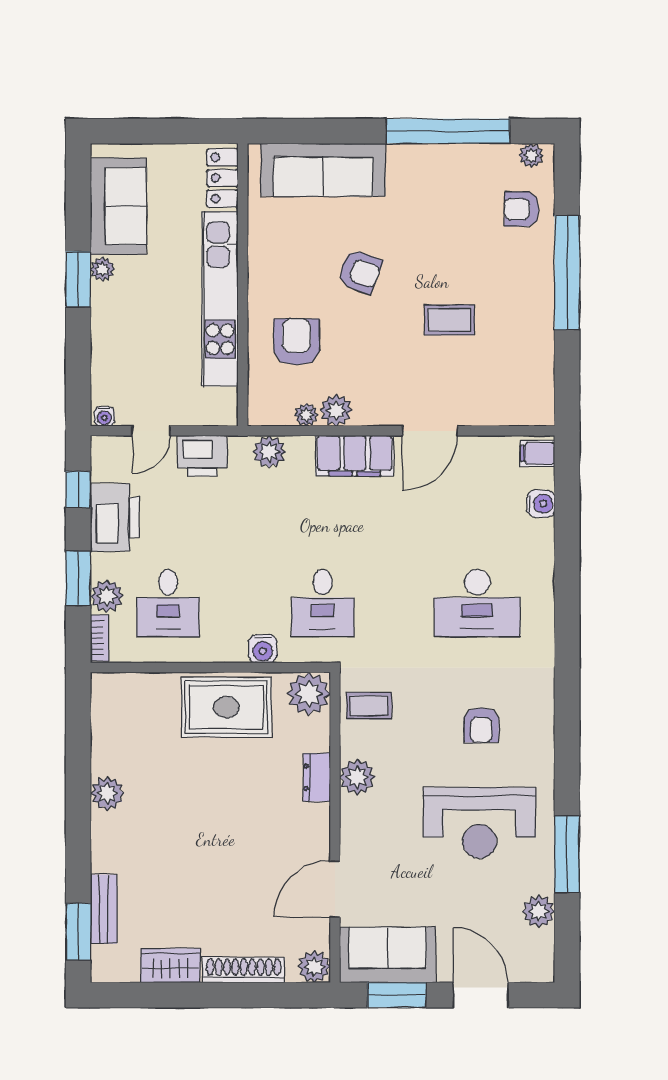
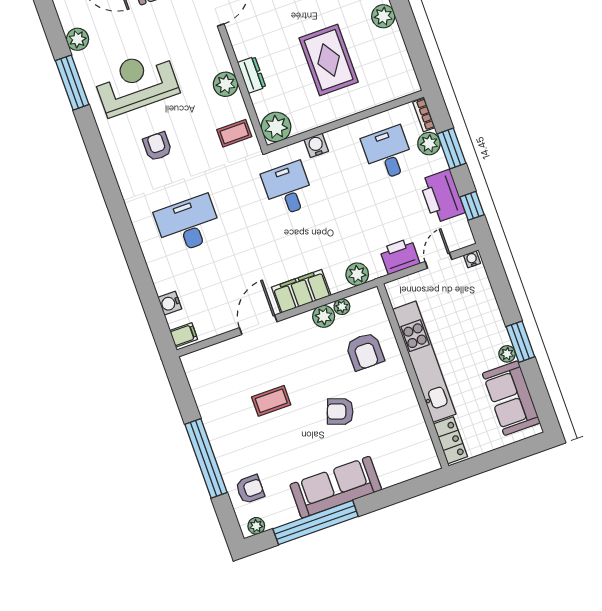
sofa: (323, 170) -> (336, 487), moved
rug: (226, 707) -> (329, 60), moved, turned 90

